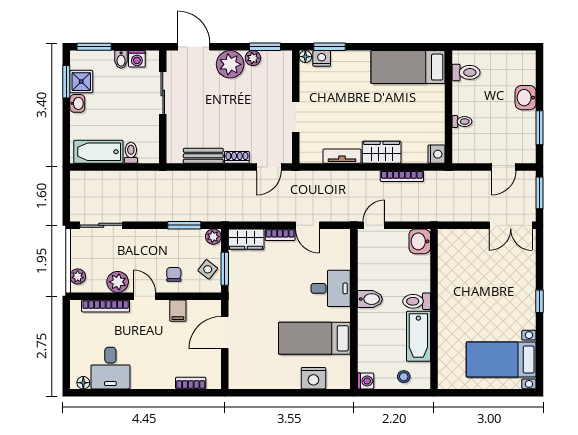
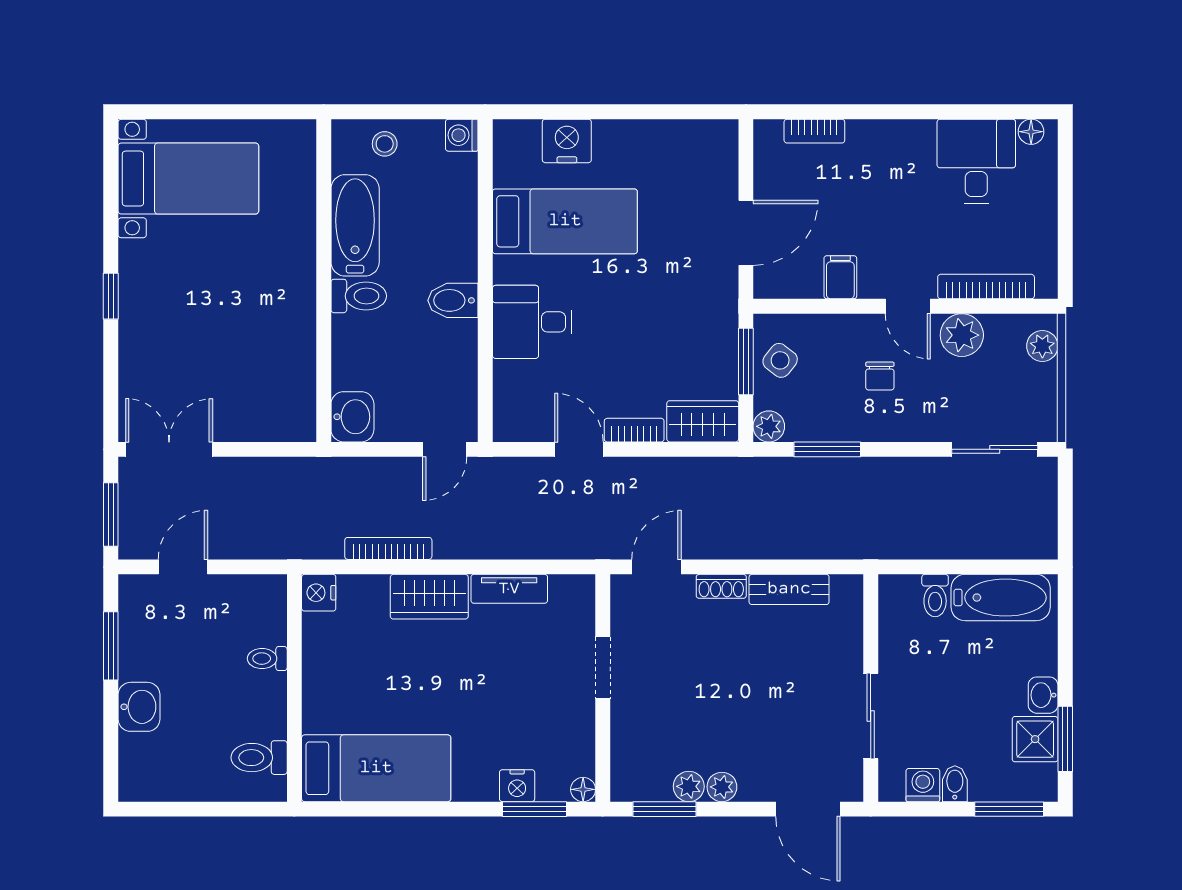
nightstand: (322, 58) -> (517, 786), moved
plant: (230, 64) -> (722, 787), width x0.53, depth x0.53
chair: (174, 274) -> (880, 376), moved

